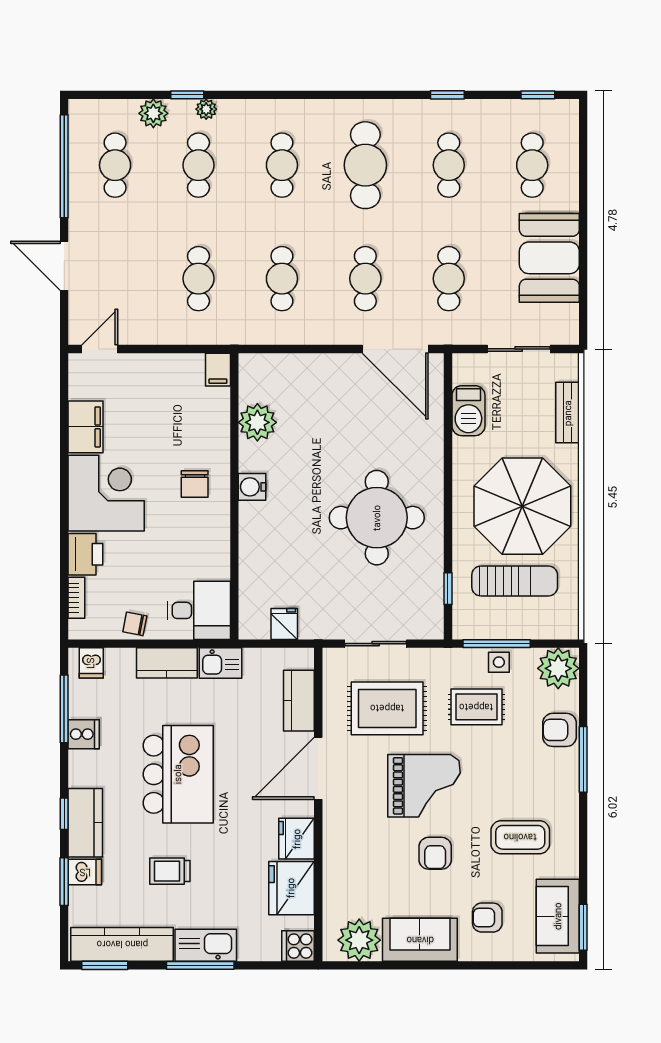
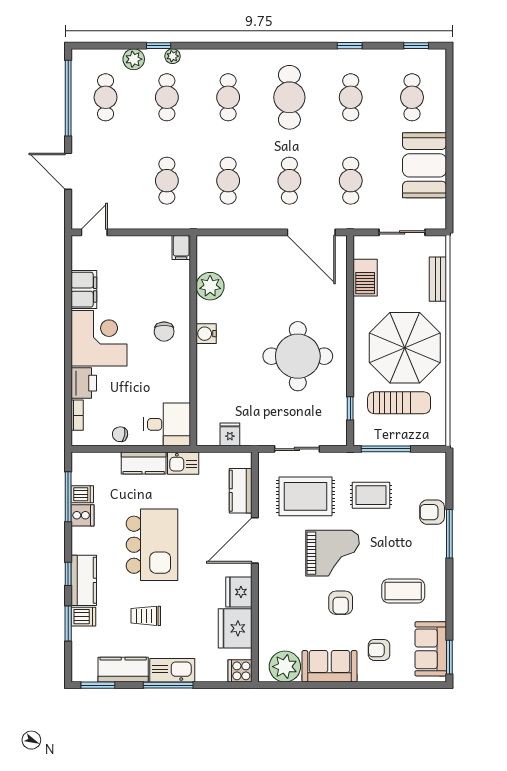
side table: (499, 662) -> (387, 462), removed
dishwasher: (91, 663) -> (82, 494), moved, turned -90
plant: (558, 668) -> (431, 467), removed
kitchen counter: (122, 944) -> (123, 670), width x0.67

